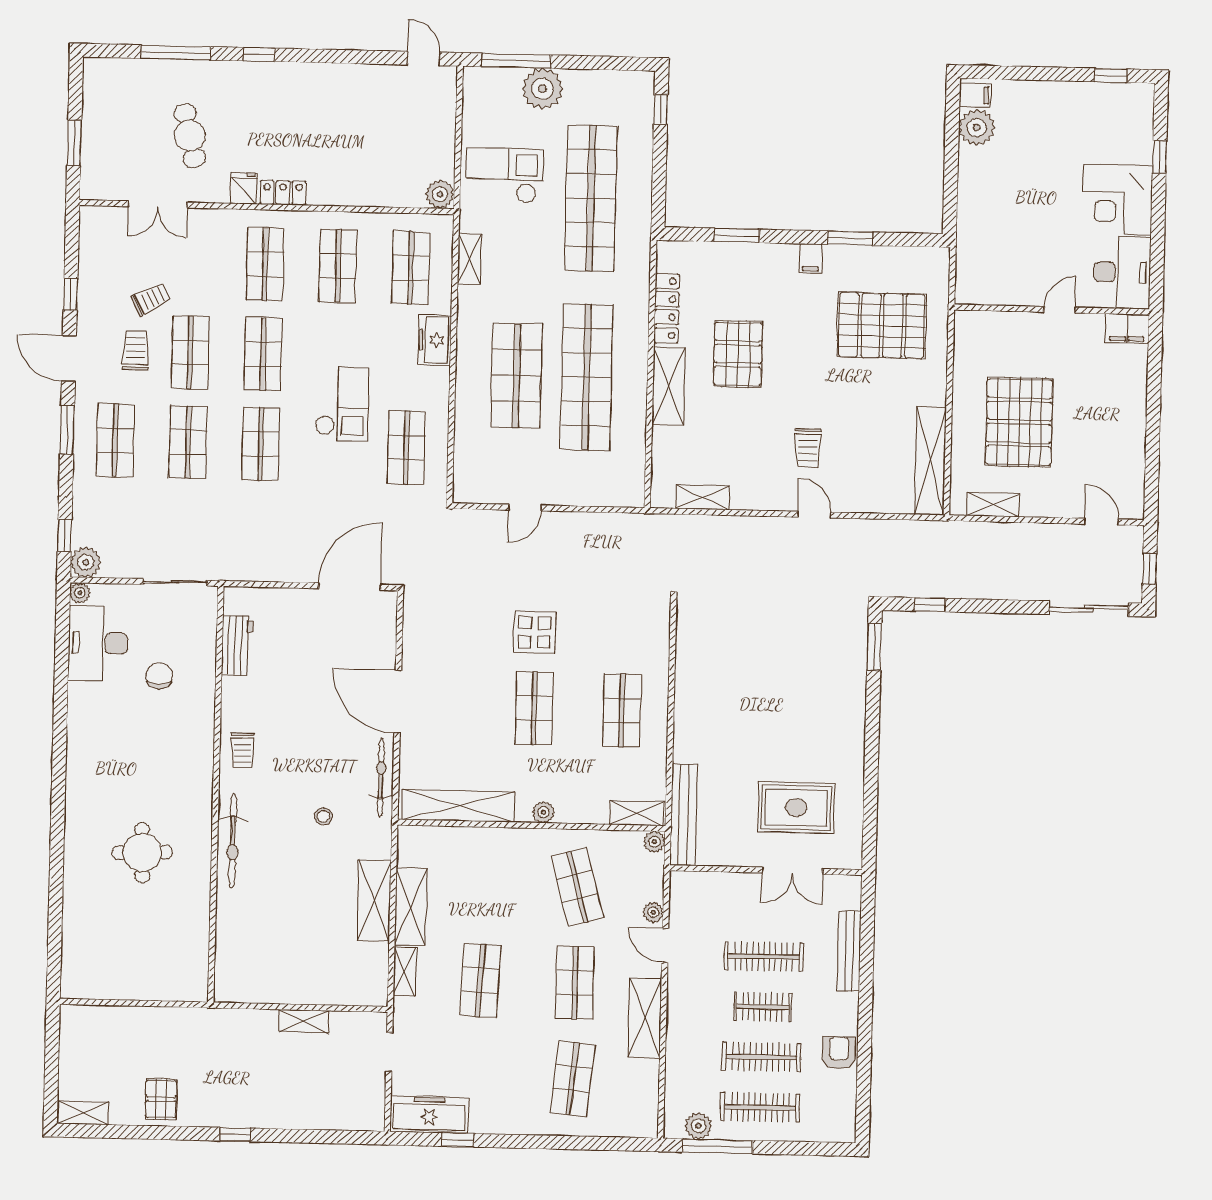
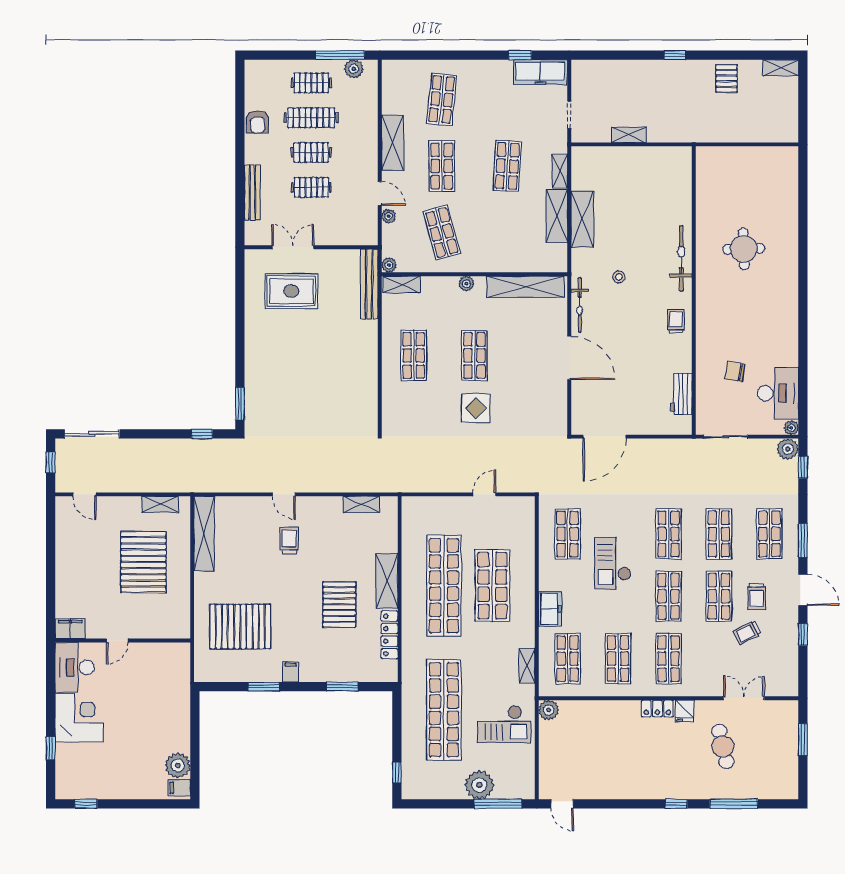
chair: (159, 676) -> (735, 372), turned 99
clothes rail: (764, 957) -> (311, 187), width x0.73
clothes rail: (760, 1107) -> (311, 83), width x0.73

